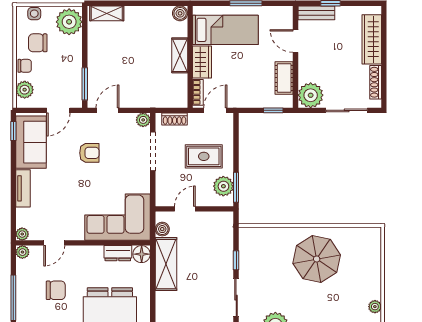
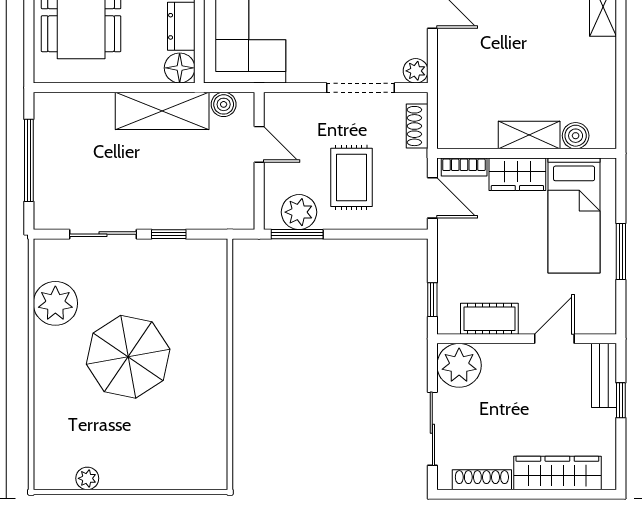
boiler: (180, 13) -> (576, 136), moved
parasol: (317, 259) -> (128, 357), moved

